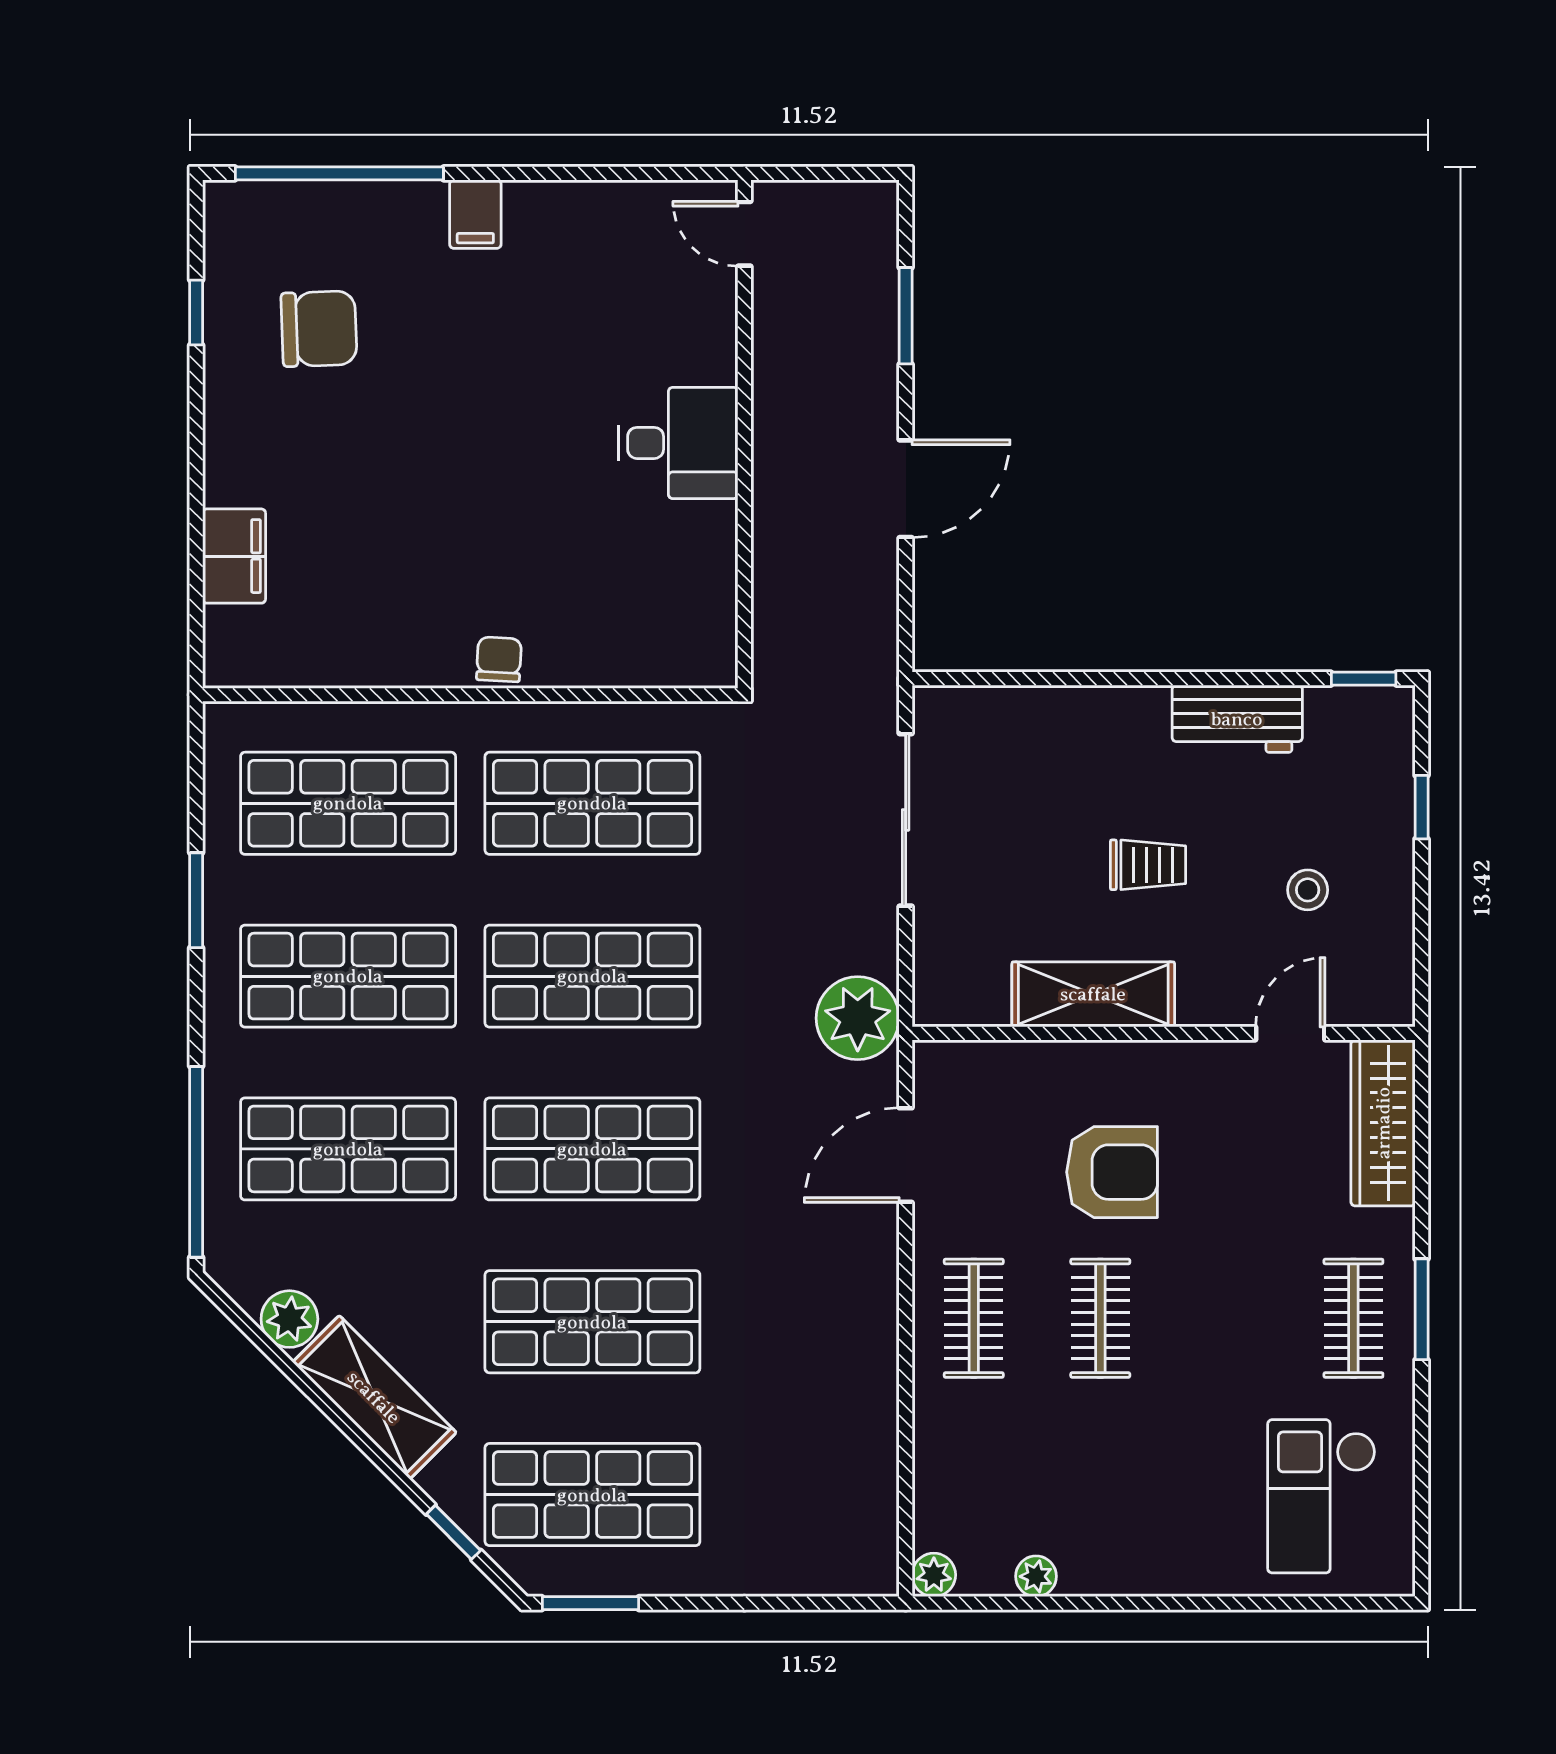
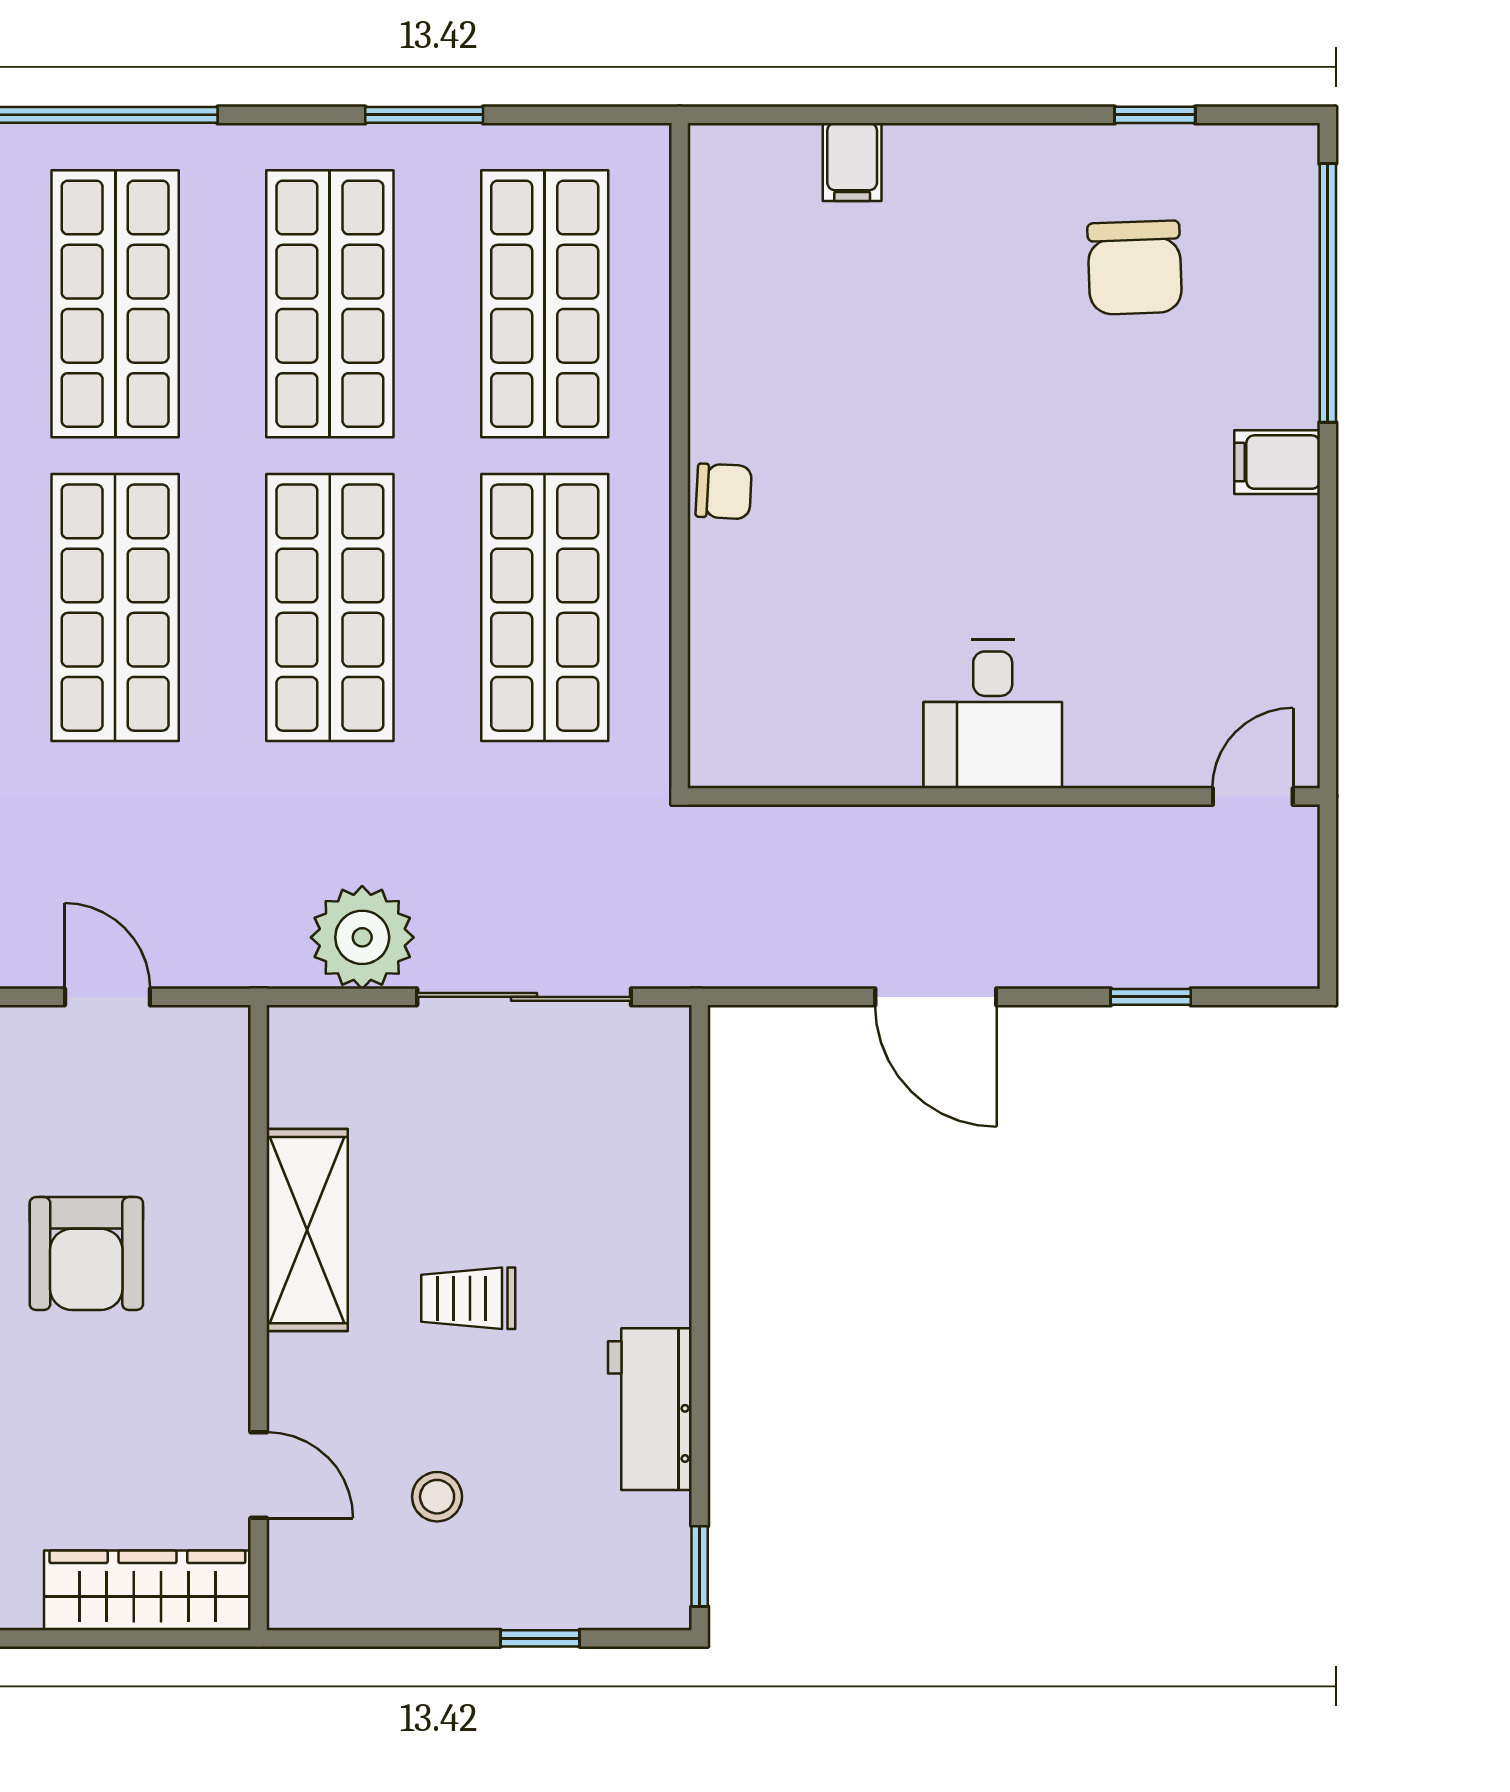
window: (906, 316) -> (1151, 997), width x0.67
filing cabinet: (234, 556) -> (852, 162), width x0.50
trolley: (1148, 865) -> (468, 1298), turned 90
plant: (858, 1018) -> (362, 937), moved
door: (906, 1155) -> (107, 997), width x0.73

